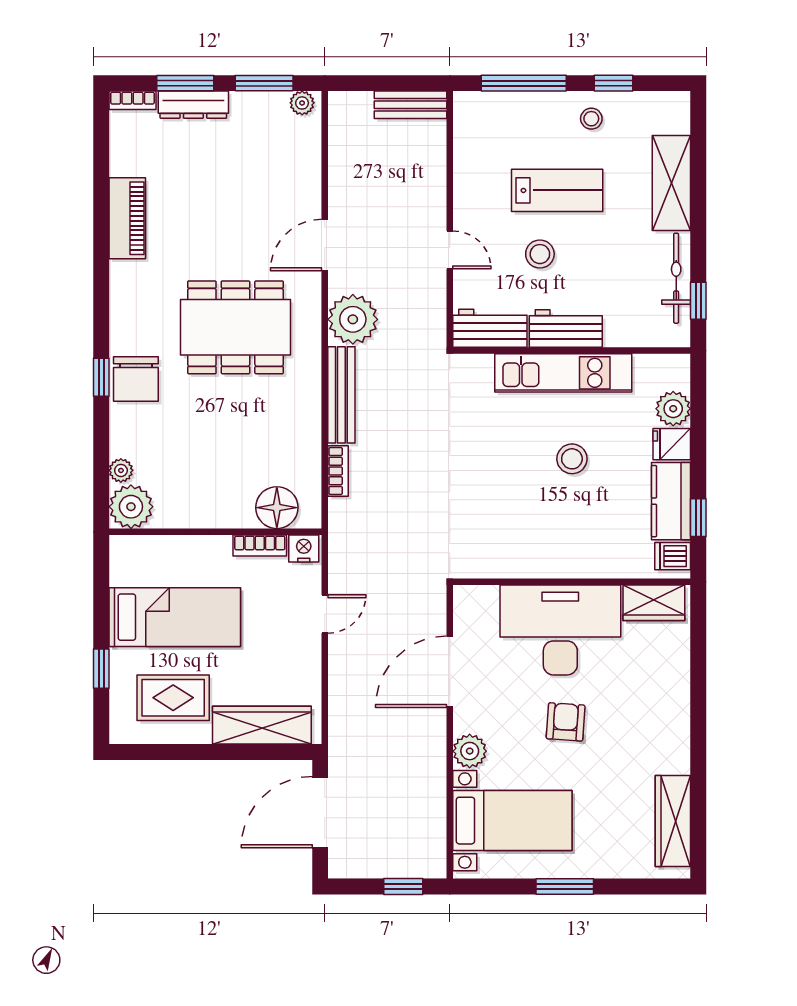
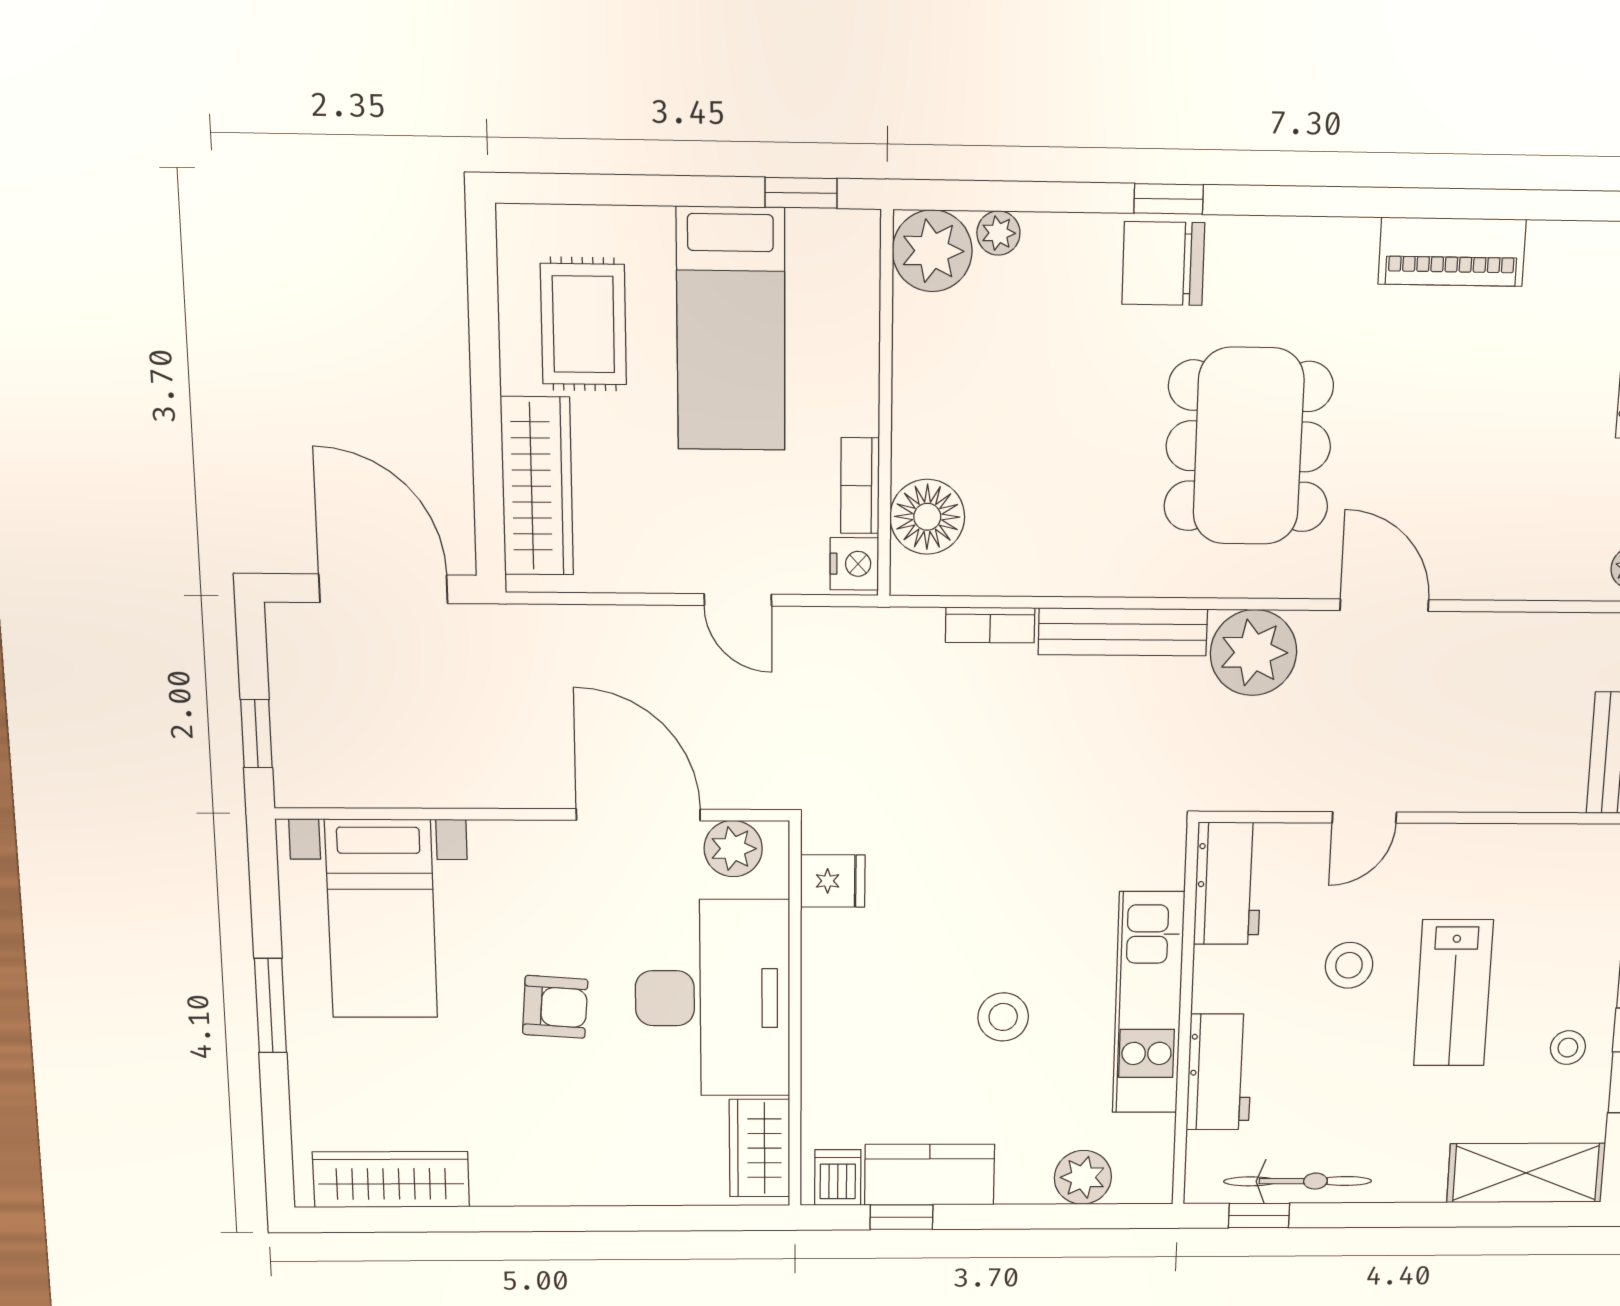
shelving: (671, 183) -> (1526, 1173), moved
workbench: (566, 328) -> (1220, 1072), moved
fridge: (672, 444) -> (833, 881), moved, turned 90
window: (101, 669) -> (801, 193), moved
plant: (470, 751) -> (733, 849), moved

